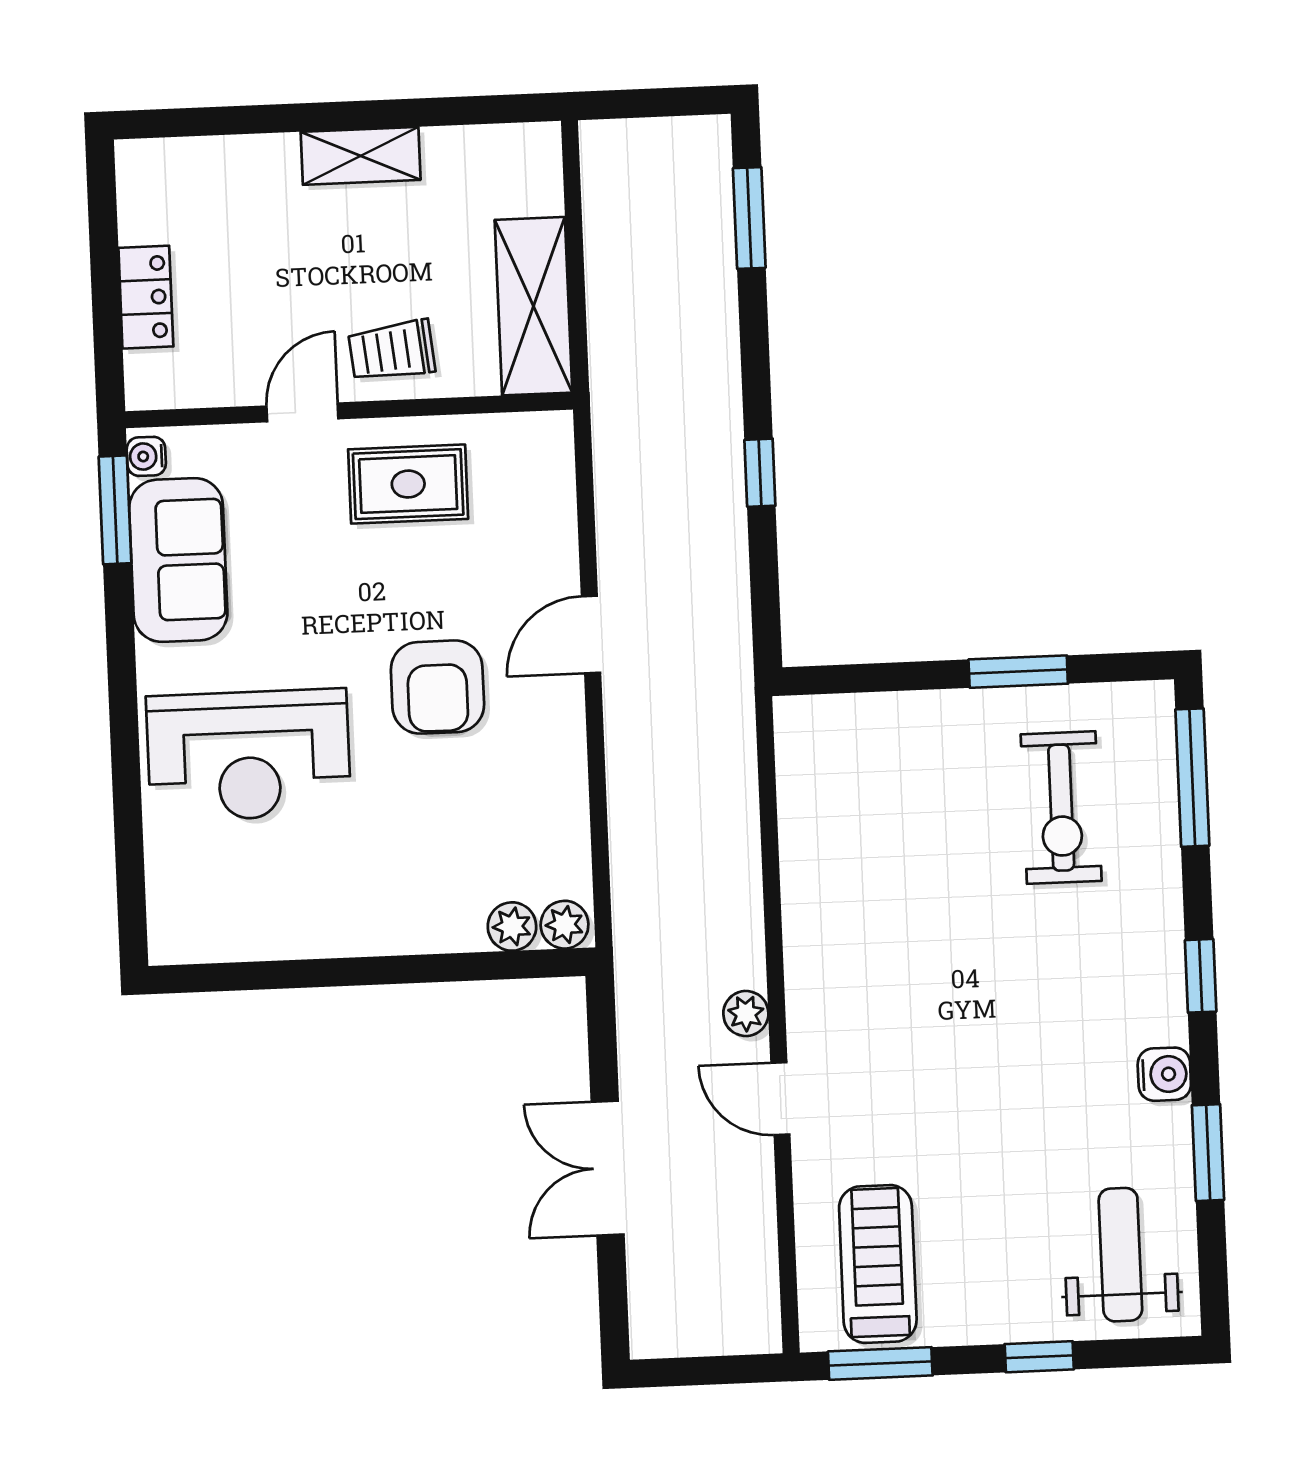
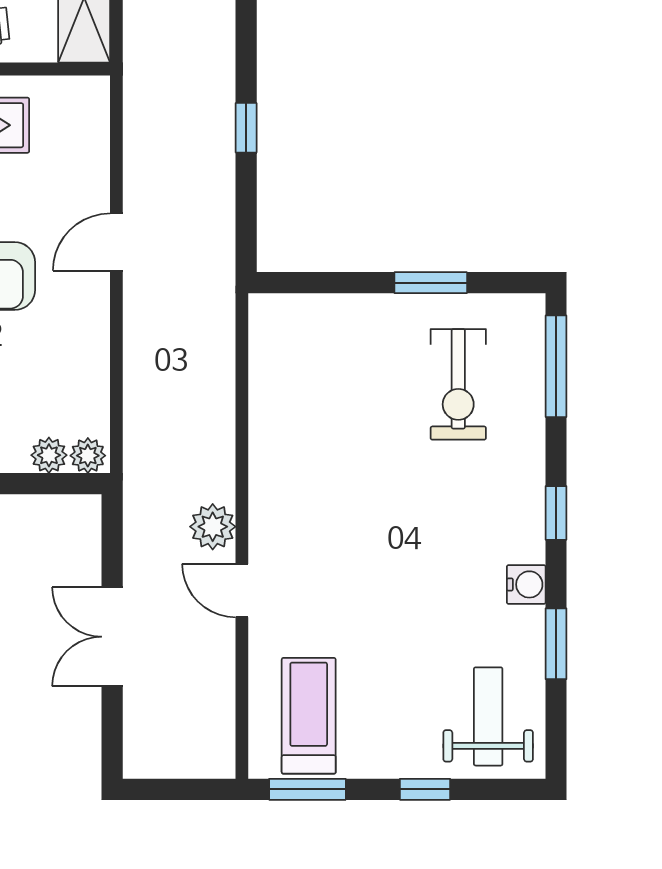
plant: (746, 1014) -> (213, 527), width x1.38, depth x1.38

